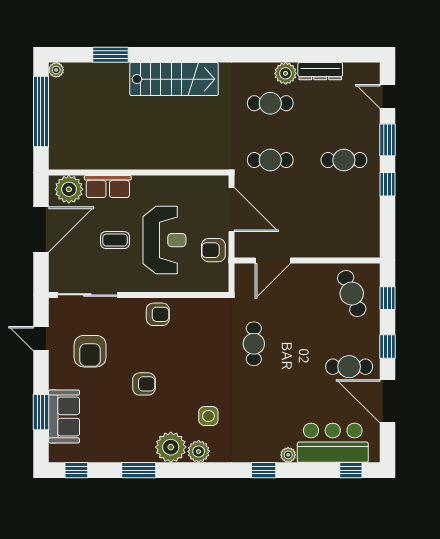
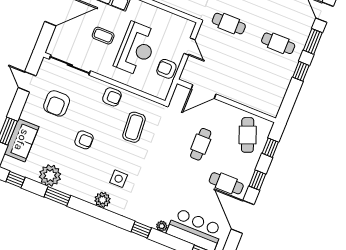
door: (231, 210) -> (189, 46), width x0.53
coffee table: (202, 342) -> (134, 127), added
cafe table: (254, 344) -> (201, 144), moved
plant: (171, 447) -> (50, 175), moved

